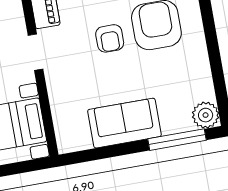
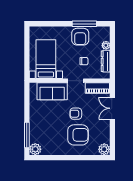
sofa: (124, 123) -> (52, 91), moved, turned 90

